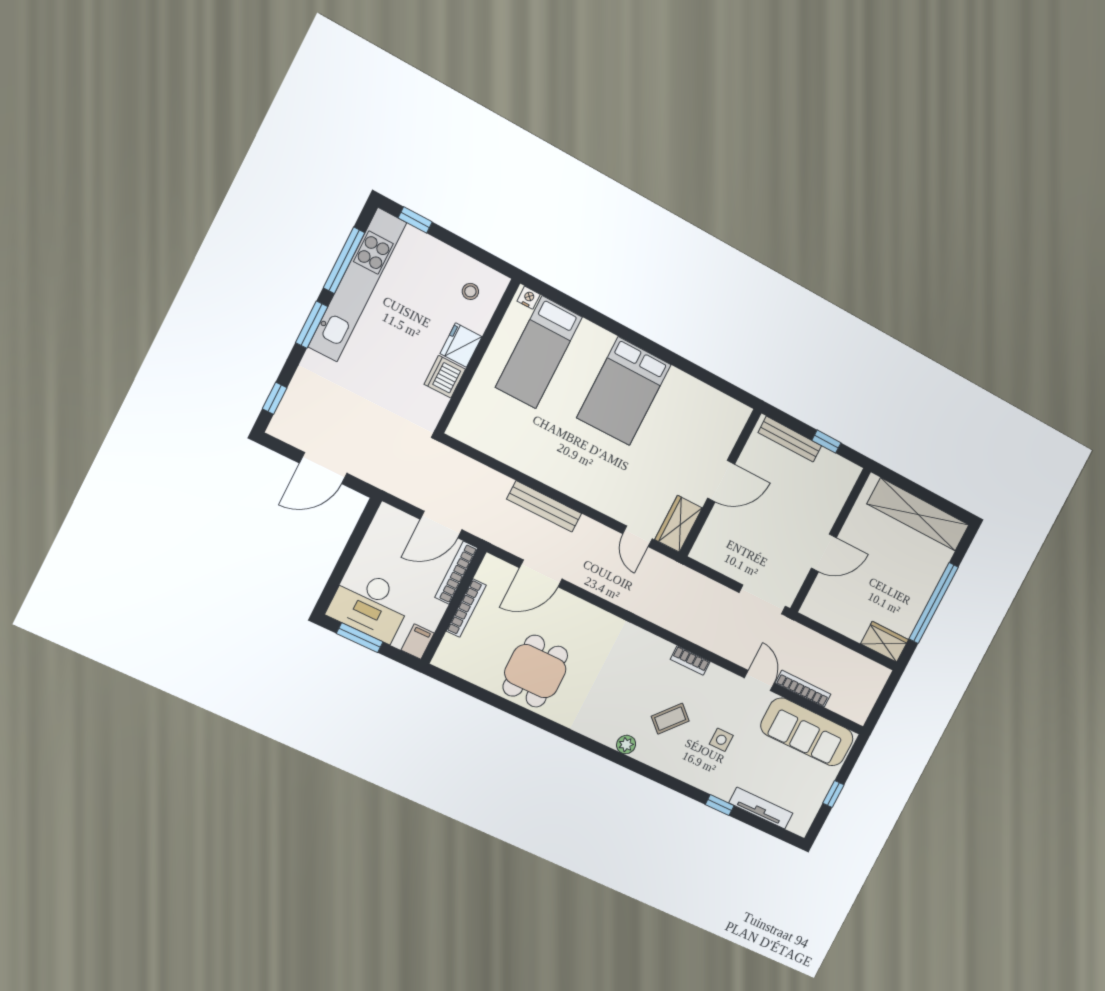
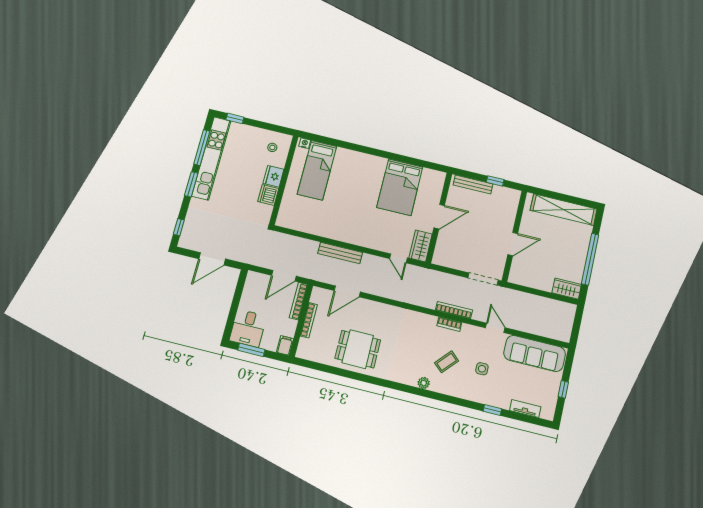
bed: (624, 391) -> (400, 187), moved
desk: (370, 605) -> (248, 328), width x0.73
dining table: (535, 671) -> (358, 349), turned 90
bookcase: (803, 689) -> (454, 310), moved
tv unit: (761, 808) -> (525, 409), width x0.71

